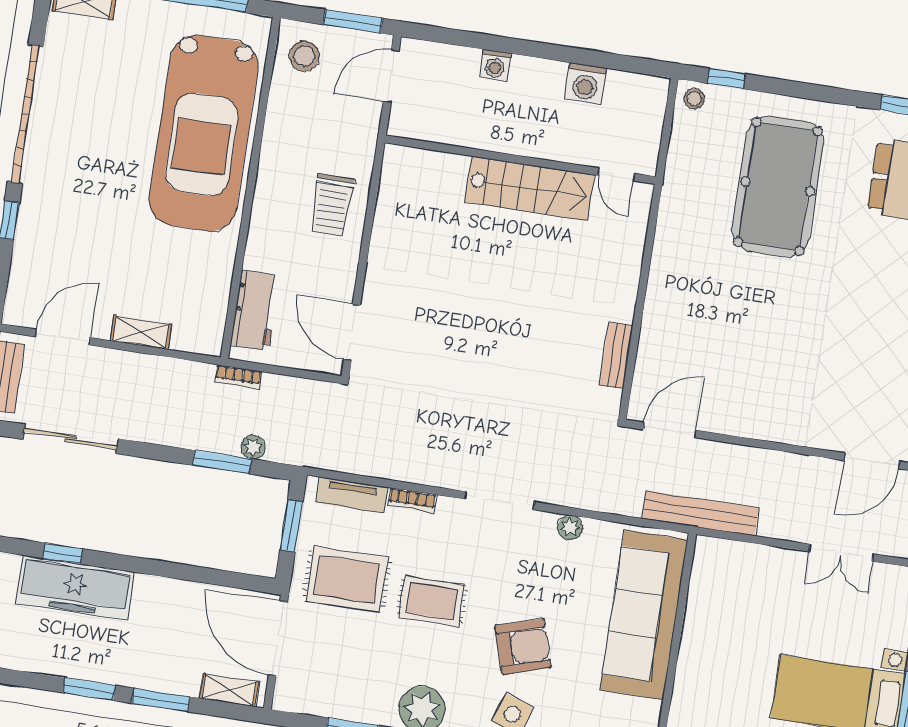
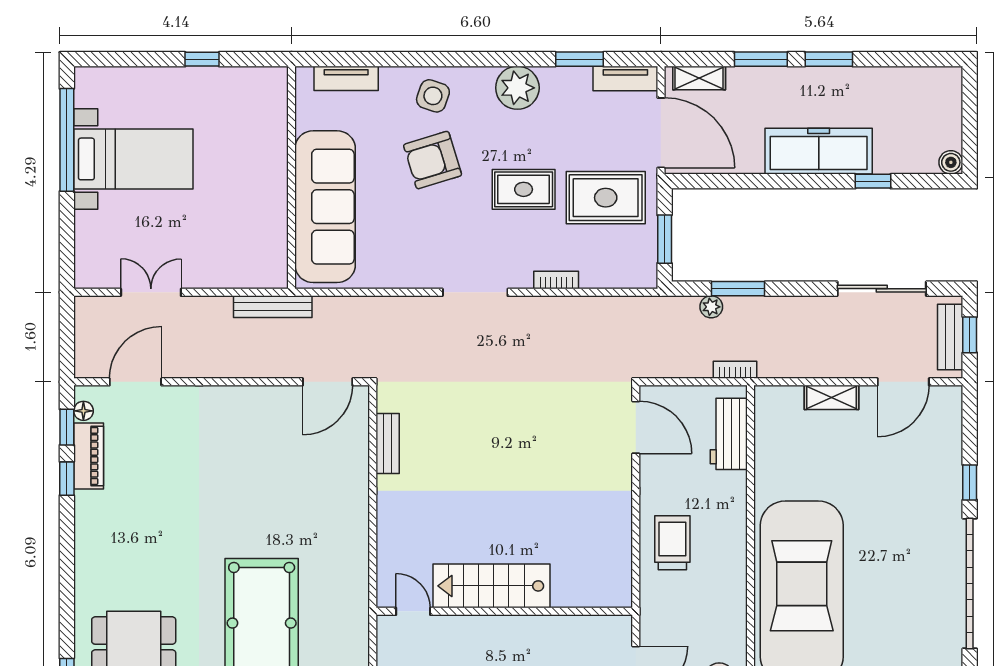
tv unit: (352, 495) -> (625, 78), moved, turned 180
bench: (700, 513) -> (273, 307), width x0.73, depth x0.82
plant: (570, 527) -> (406, 277), removed
freezer: (75, 588) -> (819, 151), moved

